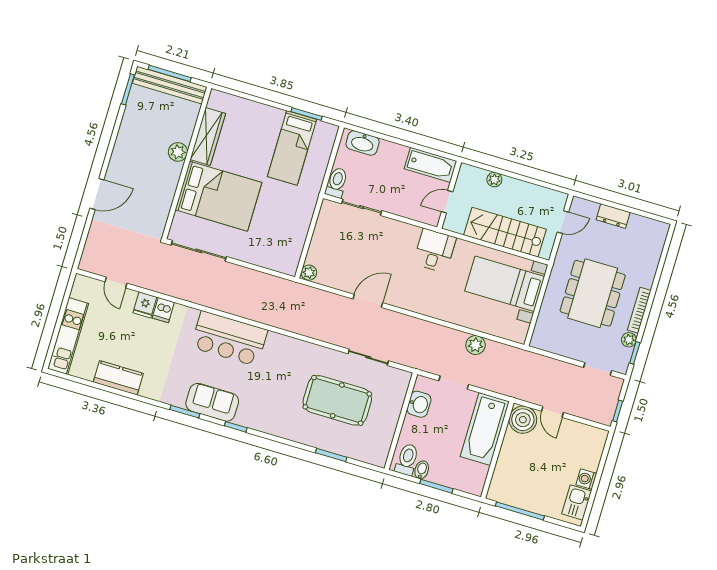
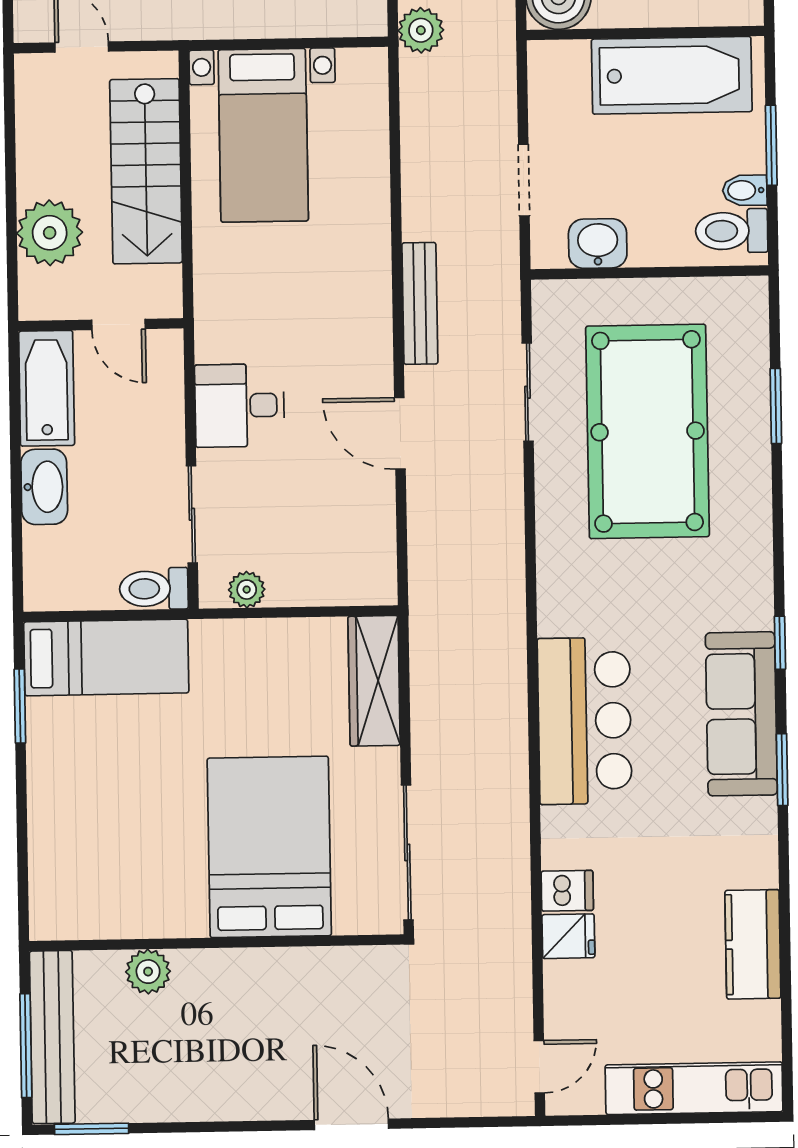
wardrobe: (208, 136) -> (374, 681), moved, turned -90
washbasin: (363, 143) -> (44, 487), moved
bed: (292, 148) -> (106, 657), moved
plant: (178, 152) -> (148, 972), moved
plant: (494, 180) -> (50, 233), width x1.88, depth x1.88
desk: (435, 251) -> (240, 405), moved
plant: (309, 273) -> (247, 590), moved
door: (116, 283) -> (539, 1067), moved
bench: (417, 325) -> (420, 303), added
plant: (476, 345) -> (421, 30), moved
pool table: (337, 400) -> (648, 431), width x1.36, depth x1.32
sofa: (212, 402) -> (741, 714), width x1.36
bathtub: (485, 429) -> (672, 75), moved

